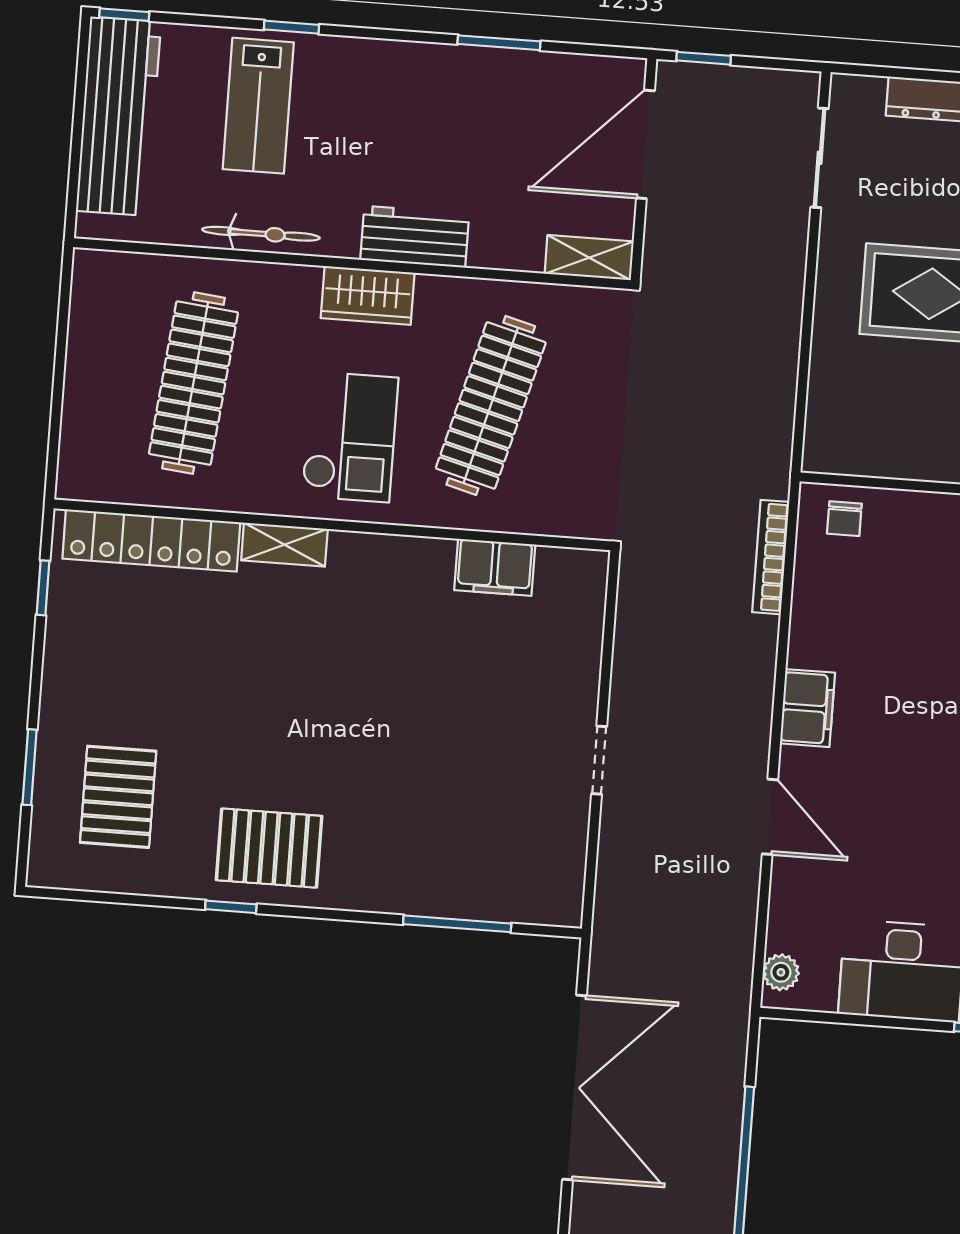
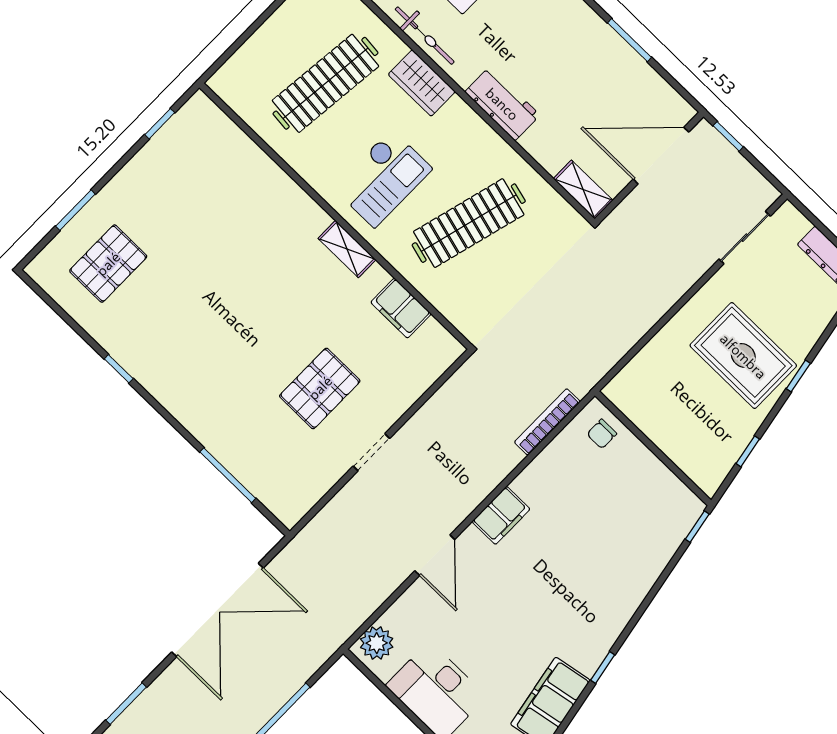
wardrobe: (368, 295) -> (422, 83), moved
locker: (151, 540) -> (236, 146), removed
shelving: (284, 545) -> (347, 249), moved
pallet: (269, 848) -> (320, 388), moved, turned 90
plant: (781, 972) -> (377, 643), width x1.38, depth x1.38

